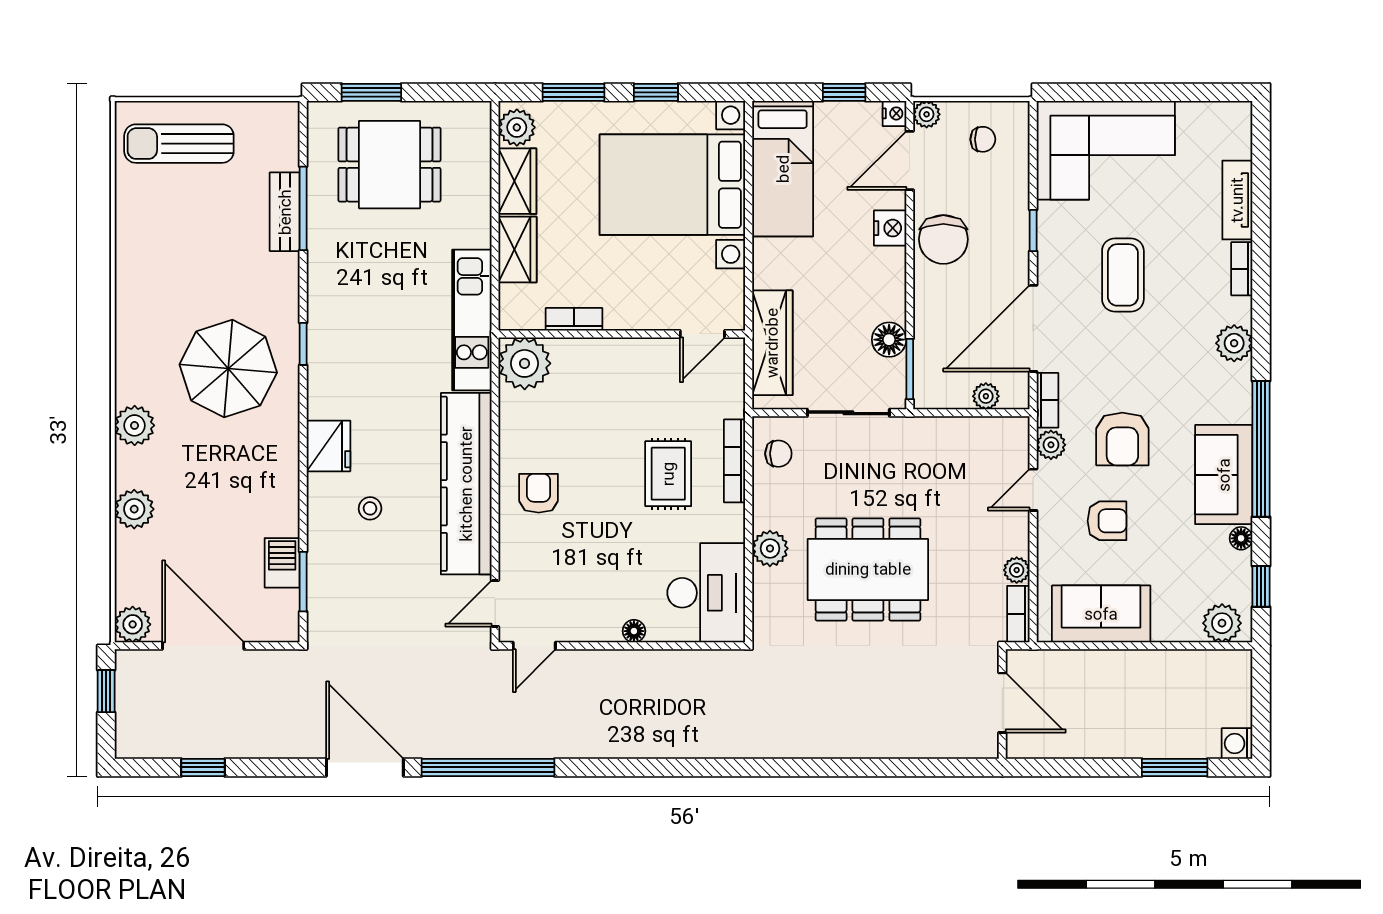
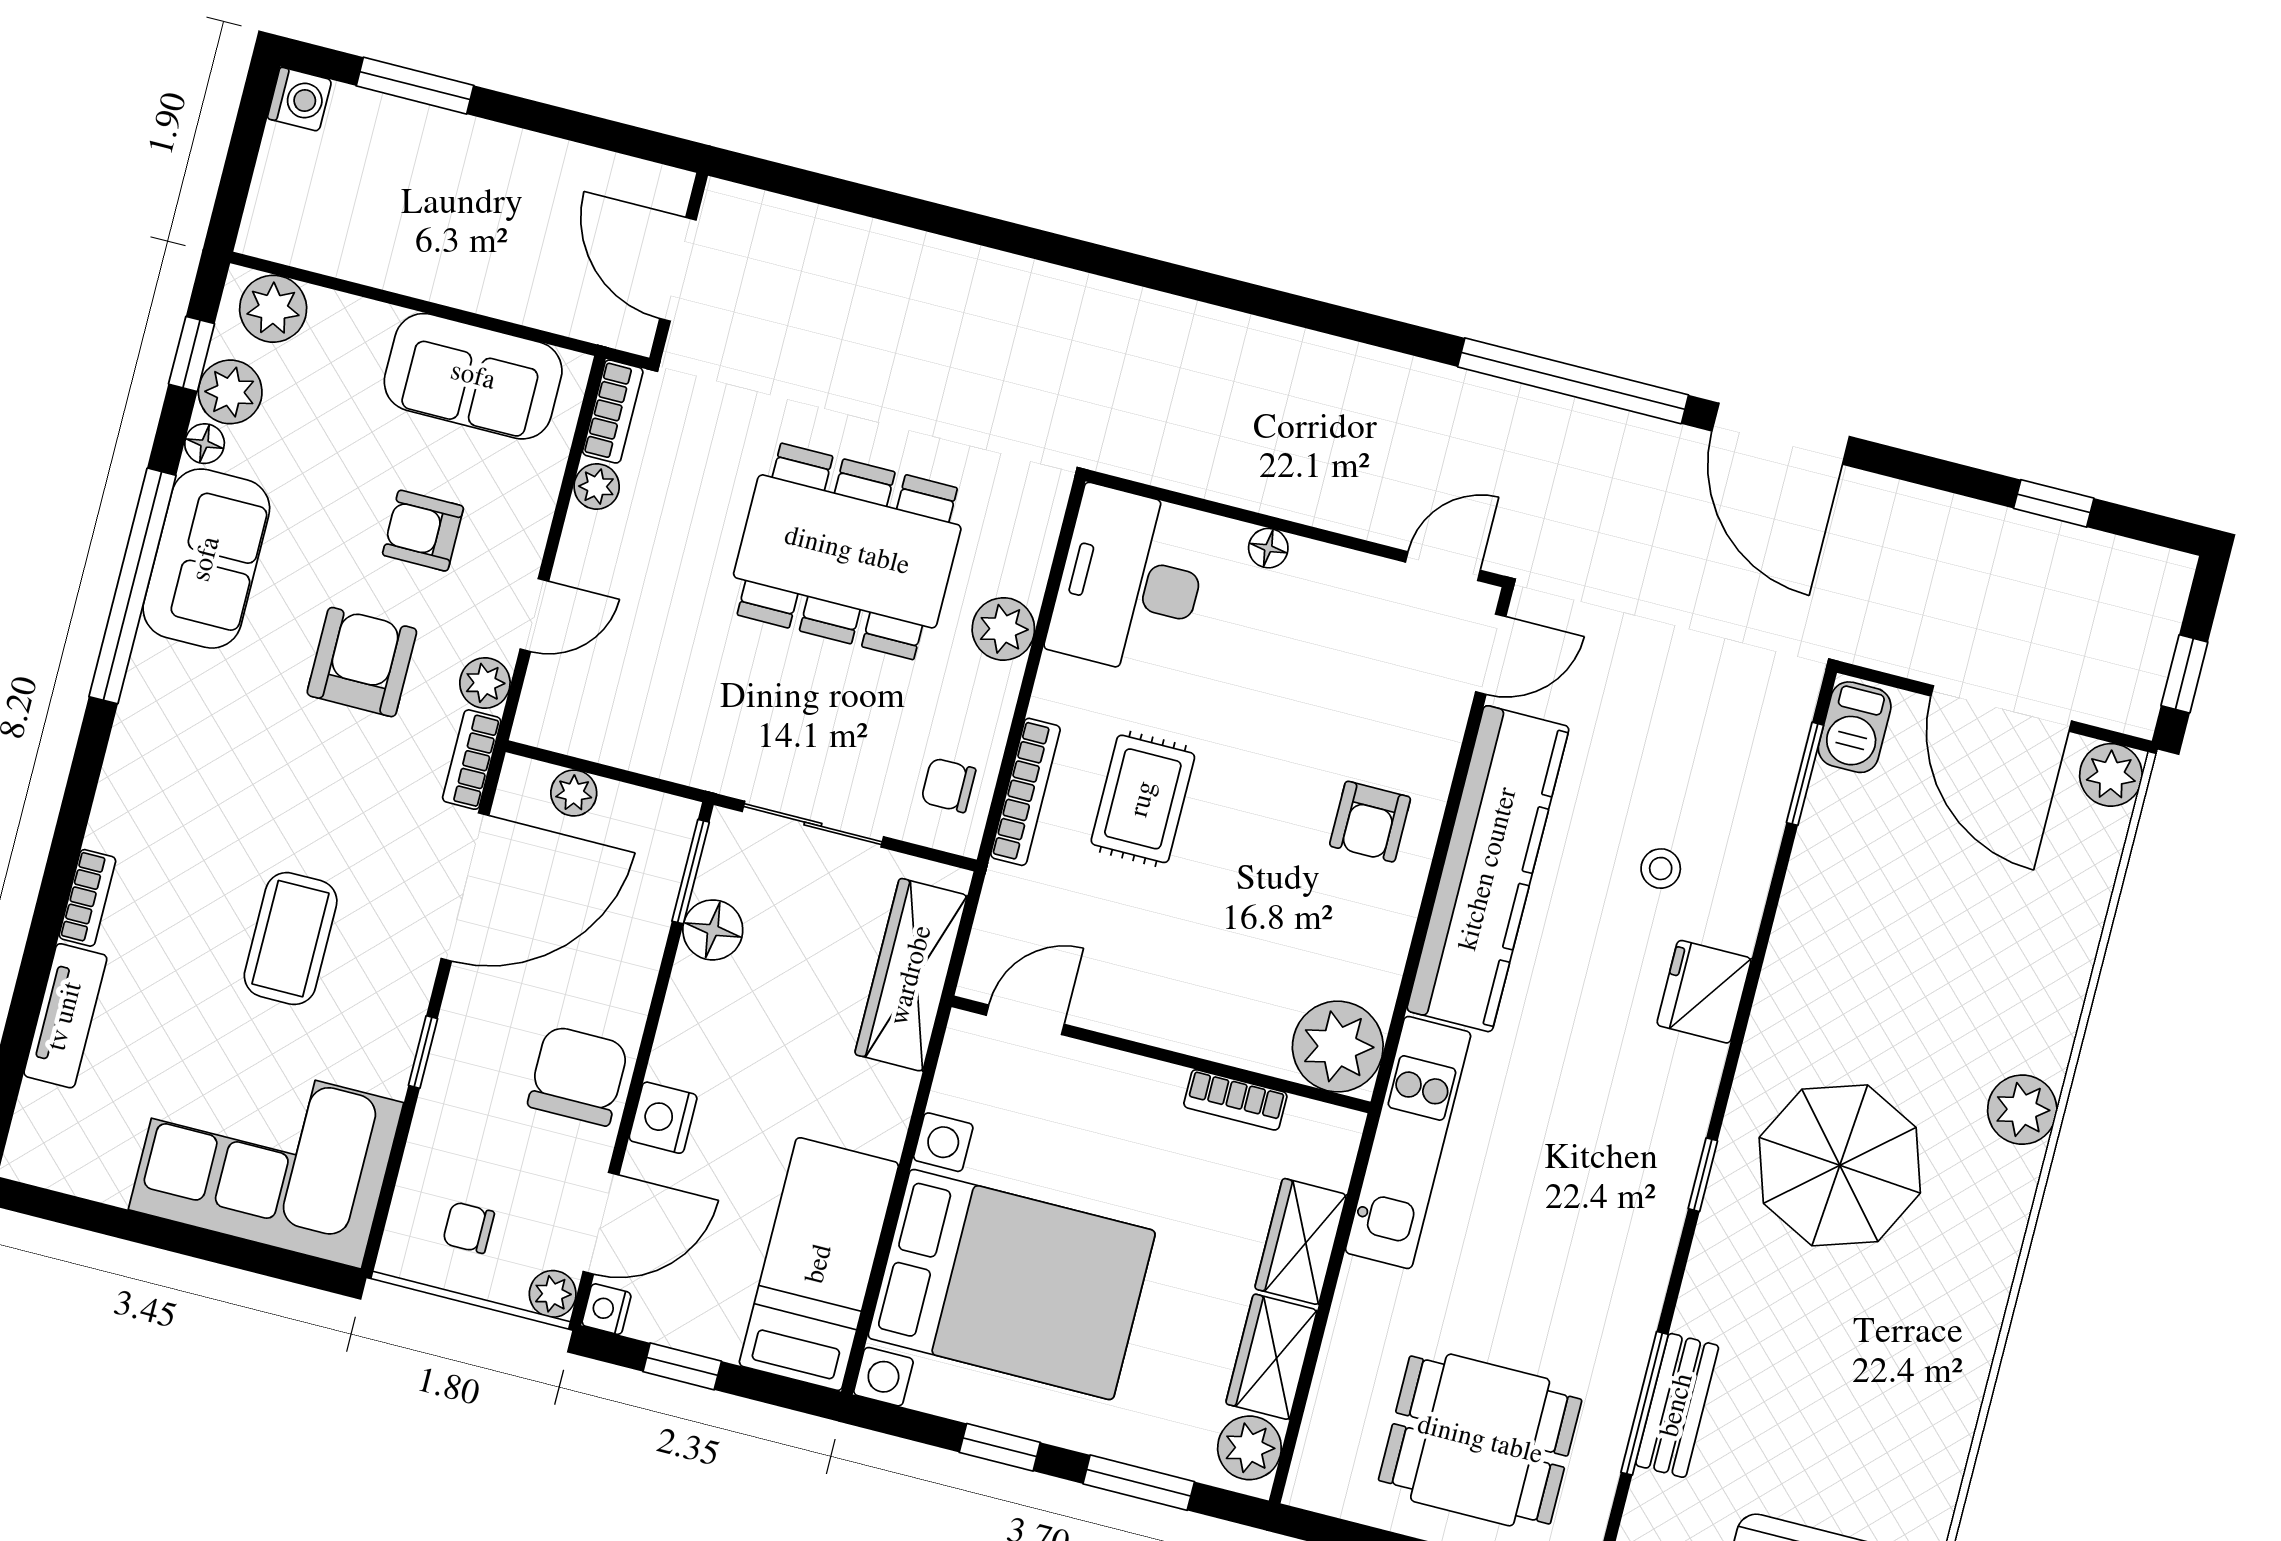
plant: (1234, 343) -> (230, 392), moved
plant: (134, 509) -> (2059, 969), removed
barbecue: (282, 563) -> (1855, 727), moved

